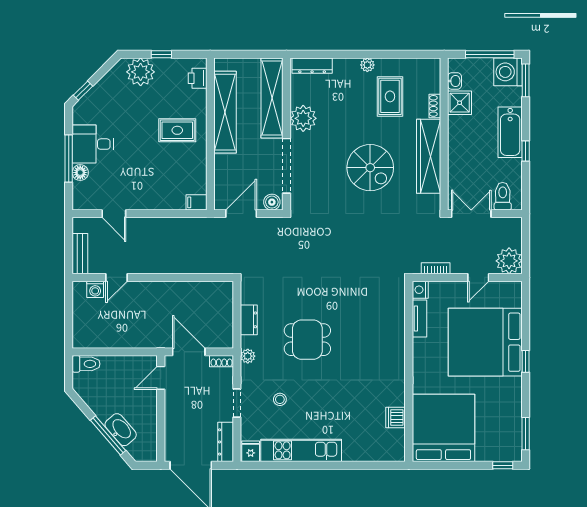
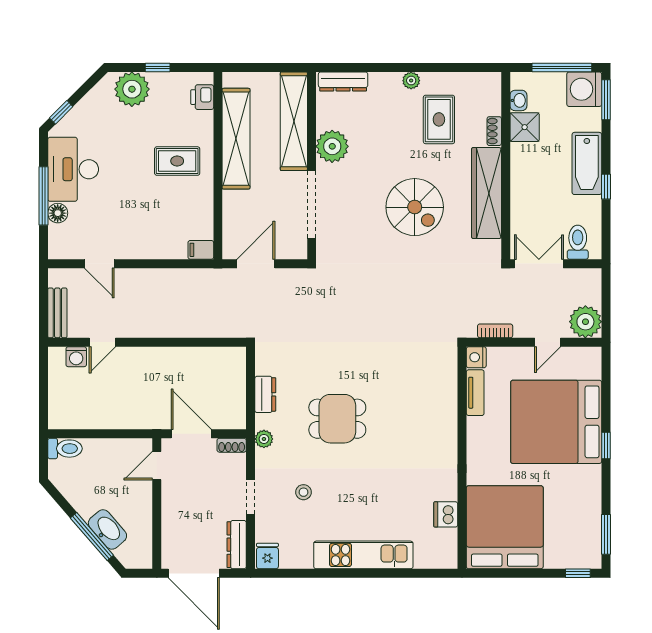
desk: (93, 144) -> (73, 169), width x1.37
boiler: (272, 202) -> (294, 249), removed
kitchen unit: (301, 450) -> (363, 555), moved

